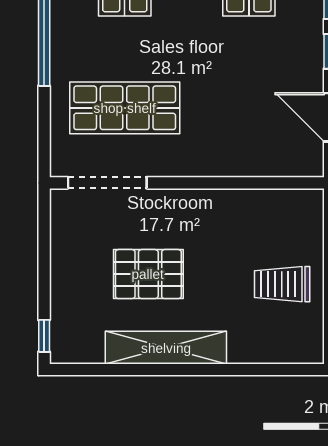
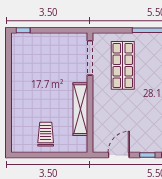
pallet: (148, 274) -> (50, 76), removed
shelving: (166, 348) -> (80, 109), moved

